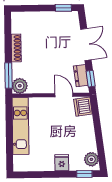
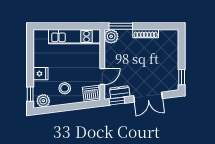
stool: (77, 136) -> (65, 88), added

